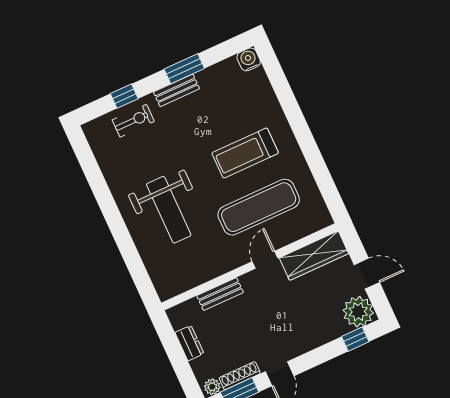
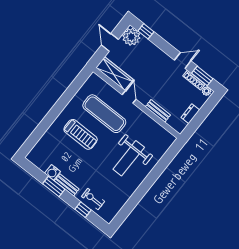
water cooler: (249, 59) -> (52, 172), moved
weight bench: (169, 210) -> (129, 158), turned 180
door: (265, 260) -> (129, 97), swing flipped

